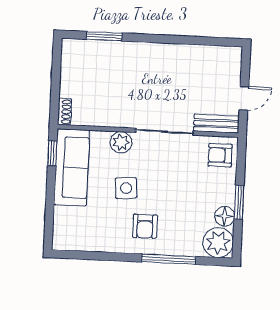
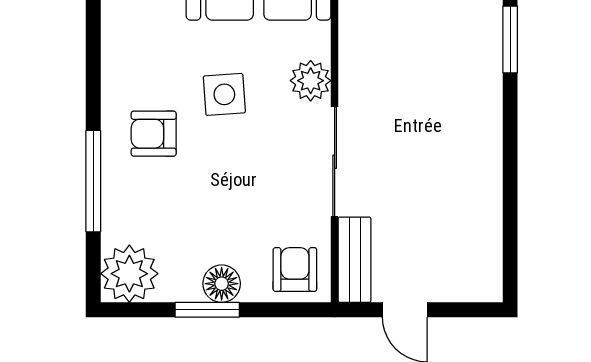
floor lamp: (225, 216) -> (222, 284), moved

